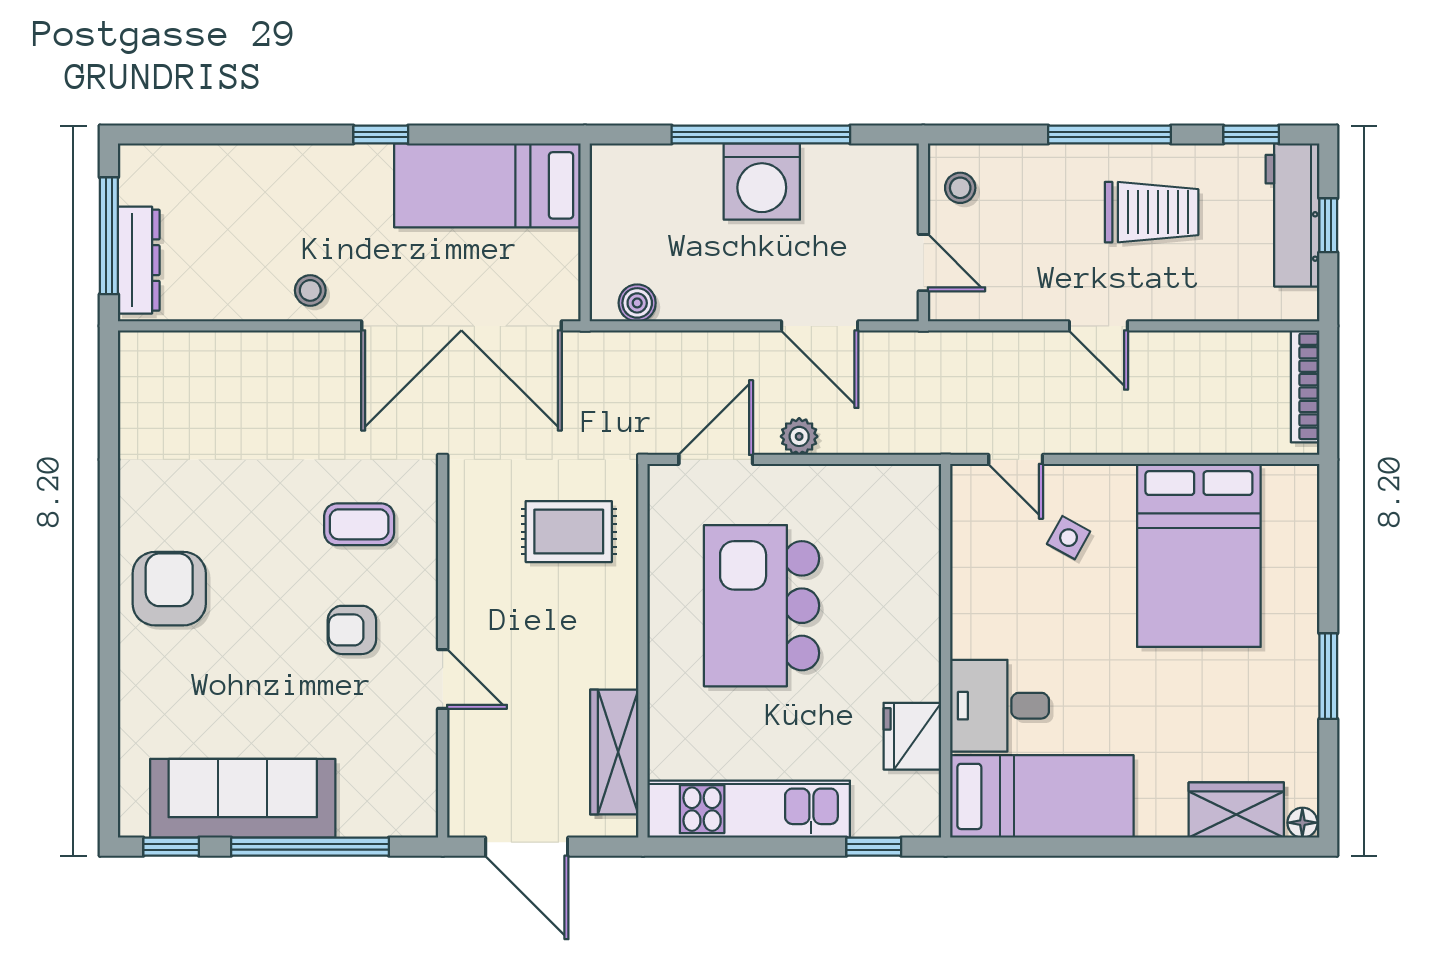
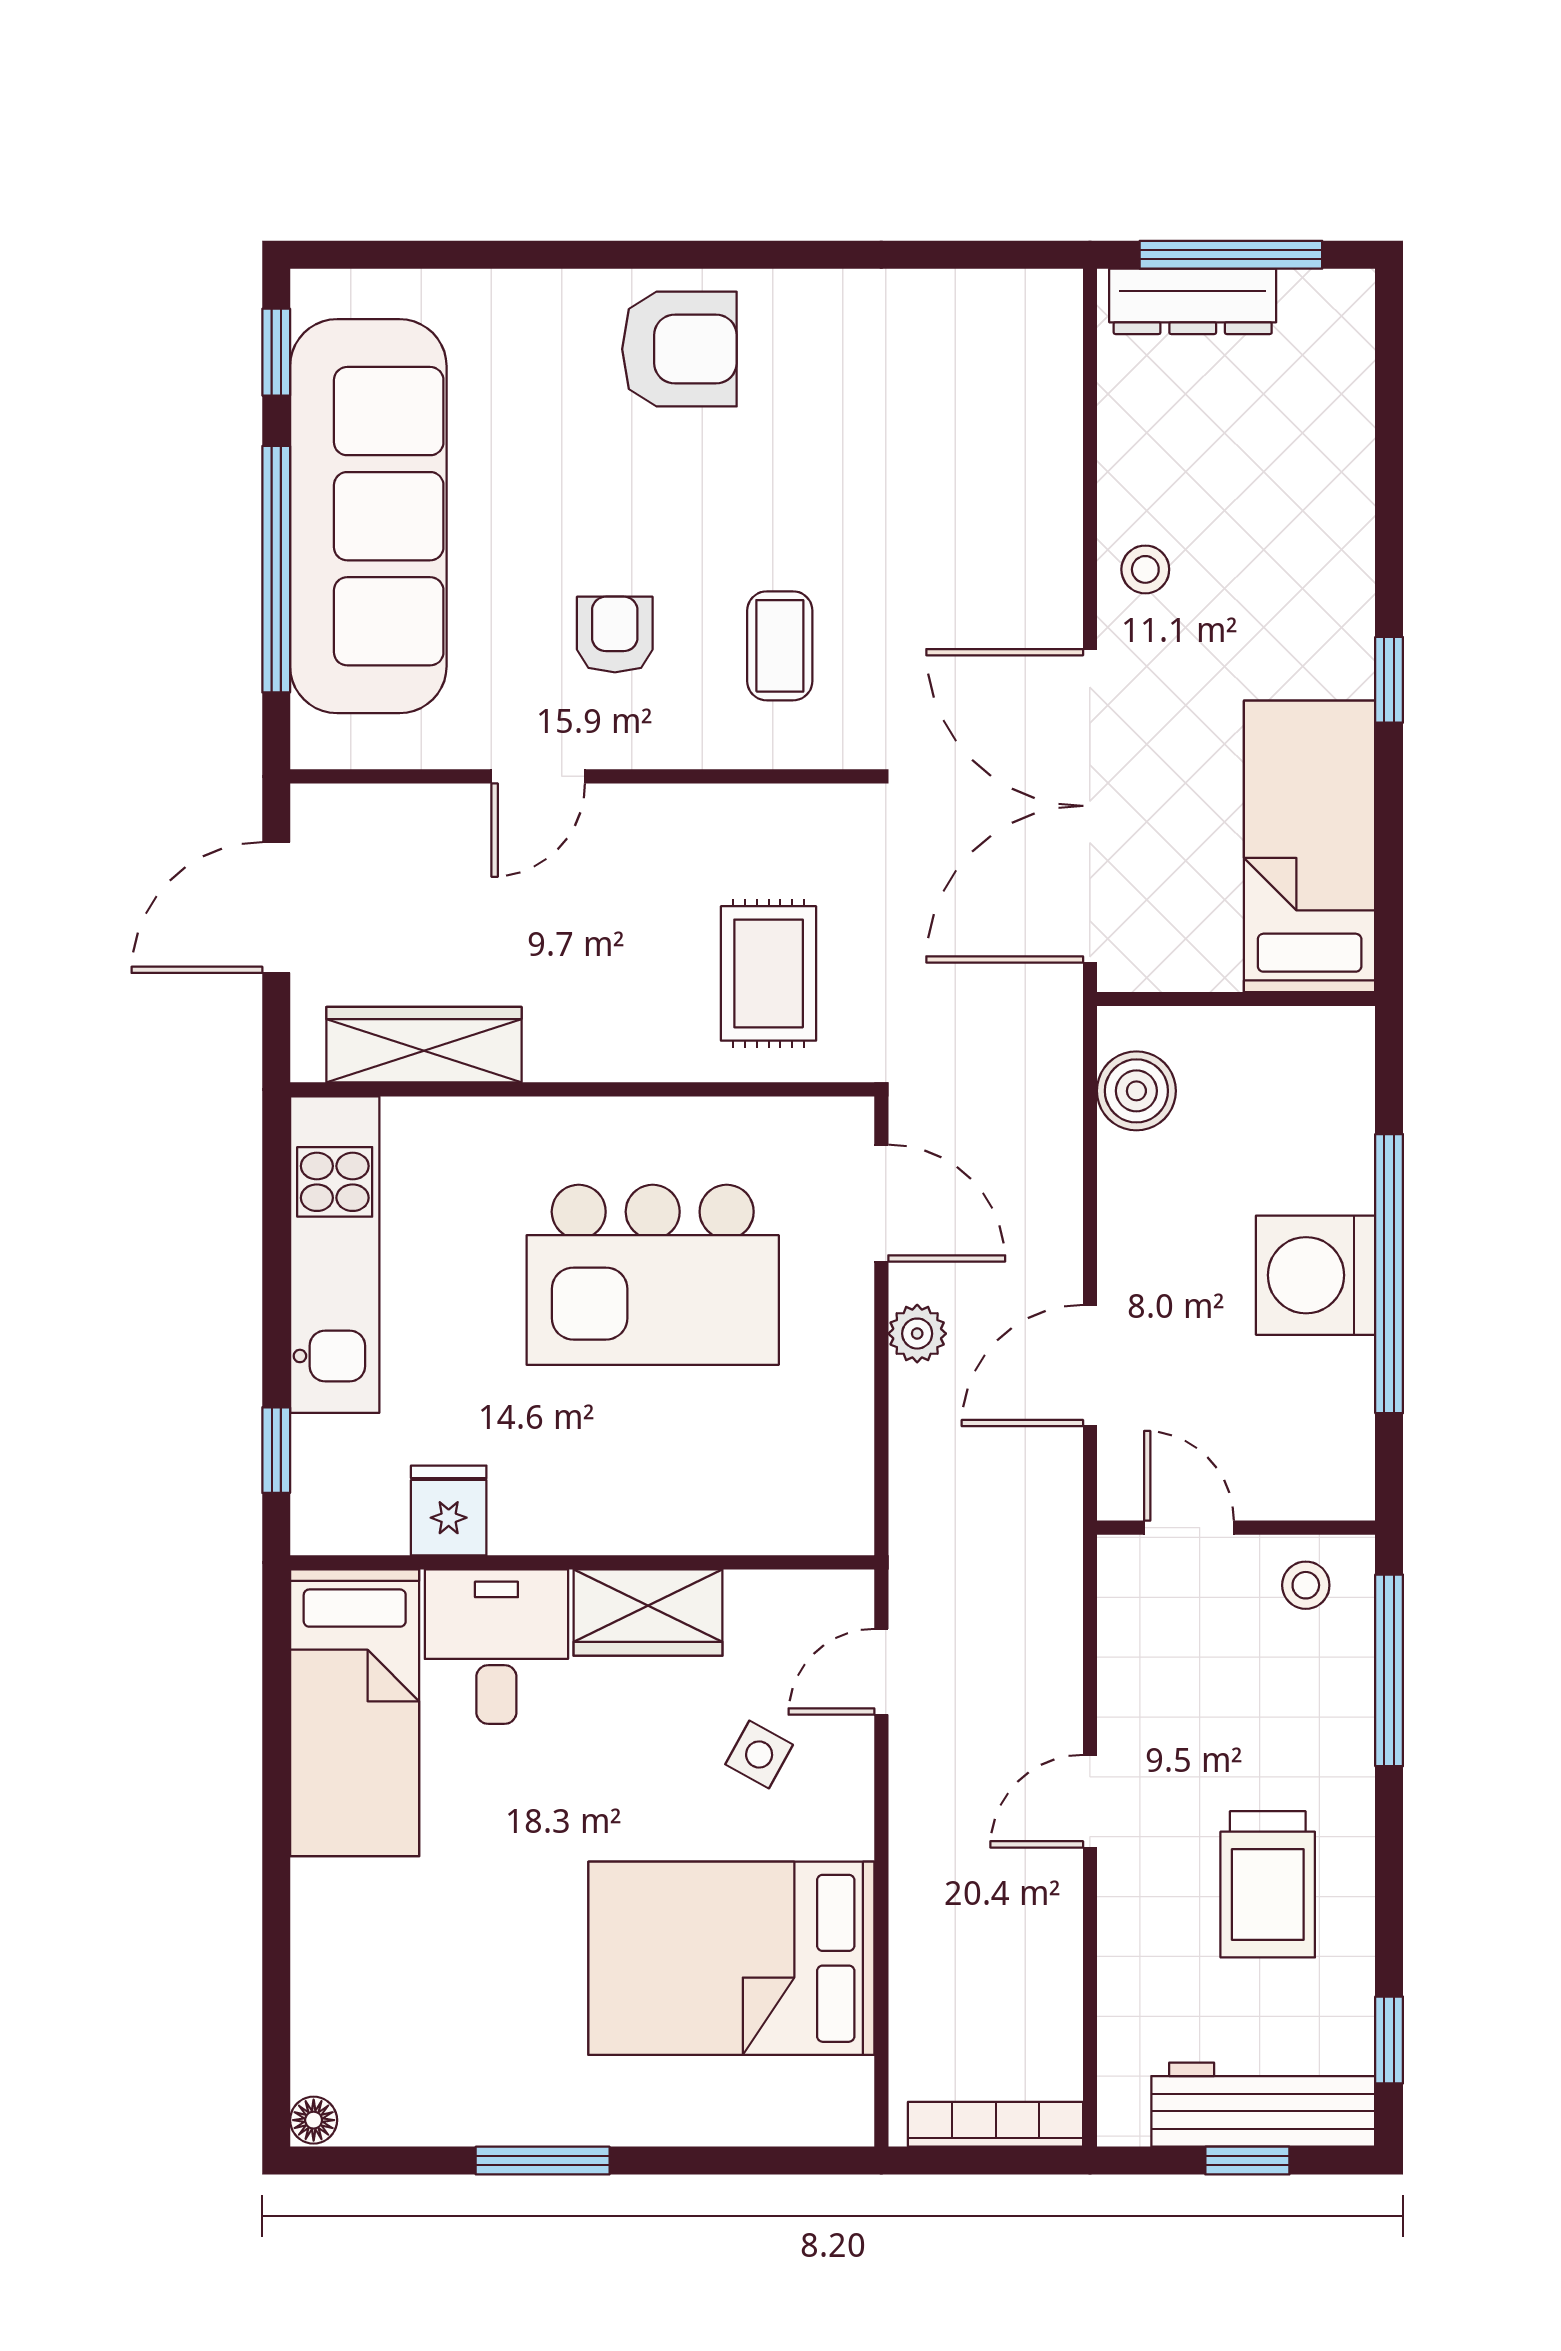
window: (1109, 134) -> (1389, 1670), moved
door: (923, 263) -> (1189, 1528), swing flipped
boiler: (637, 303) -> (1136, 1091), width x1.36, depth x1.36
kitchen island: (762, 606) -> (653, 1275), turned 180
fridge: (912, 736) -> (449, 1511), width x0.72
sofa: (243, 798) -> (368, 516), width x1.36, depth x1.27
wardrobe: (1236, 810) -> (648, 1613), moved, turned 90

